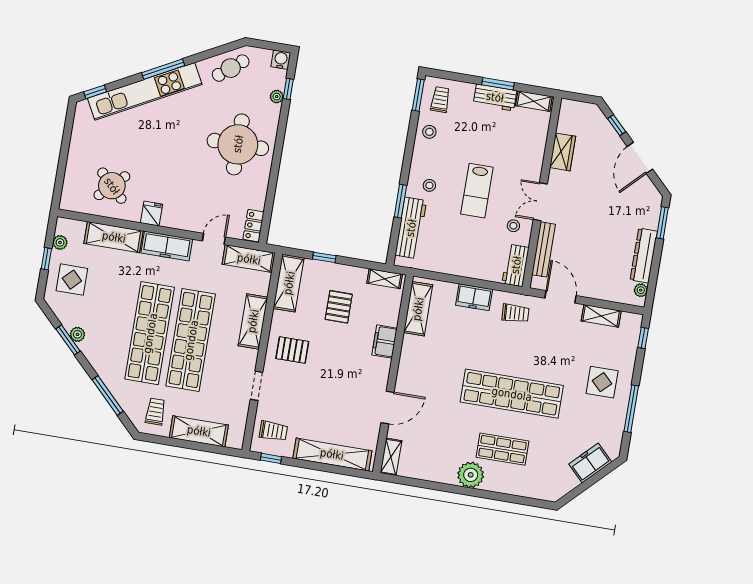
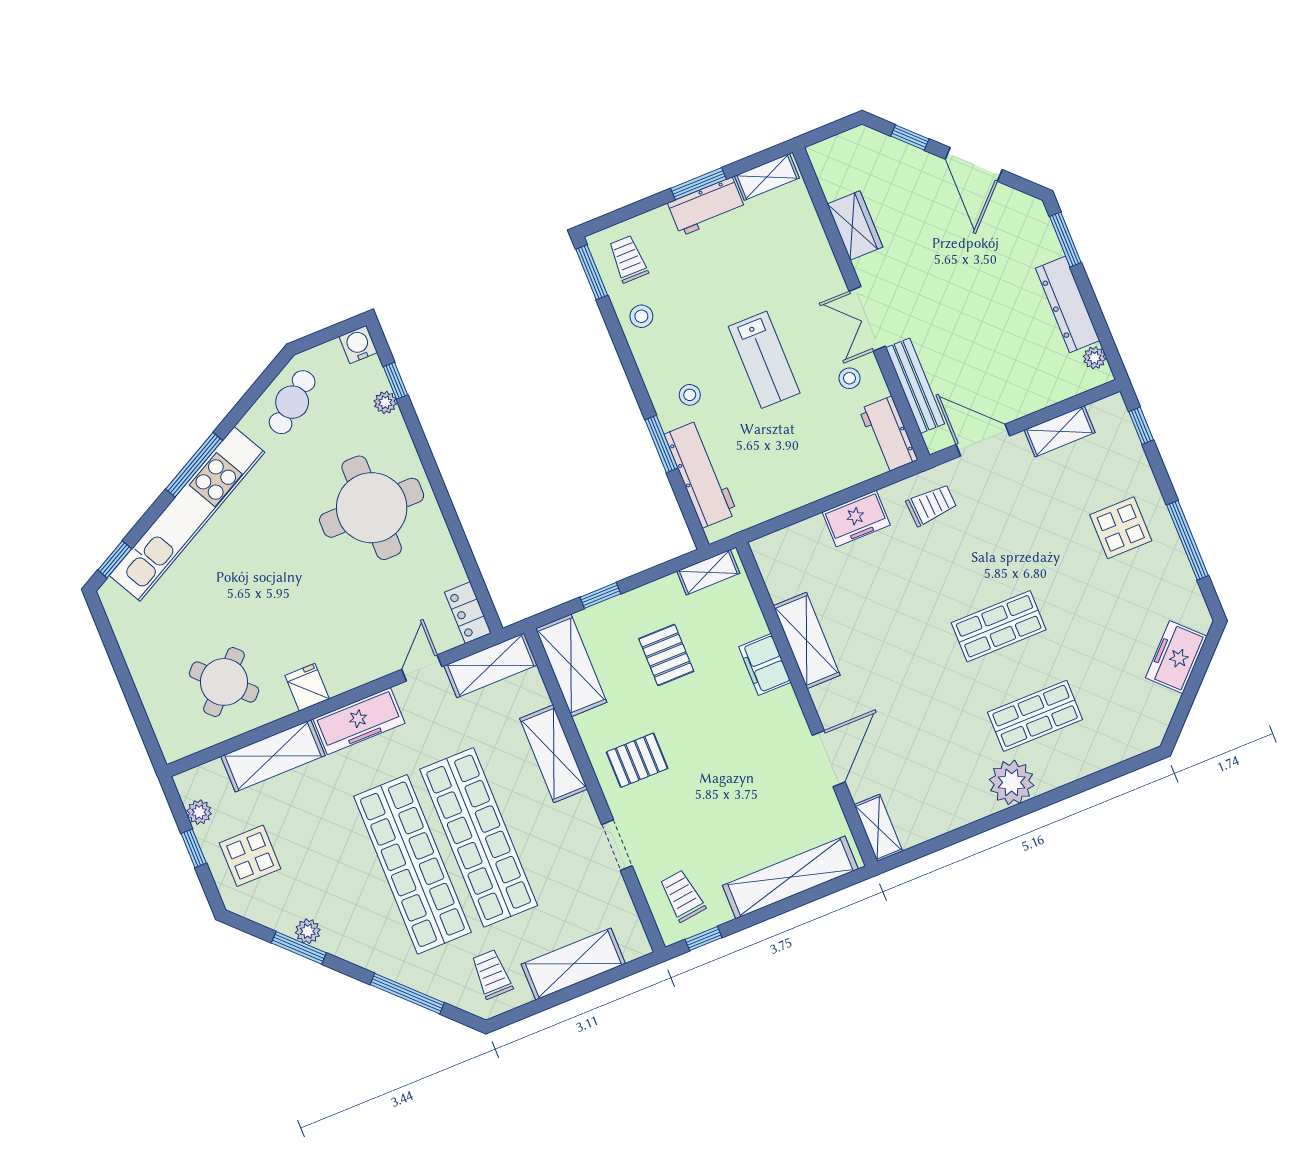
shelving: (418, 309) -> (807, 640), moved
shop shelf: (512, 394) -> (999, 626), width x0.50, depth x0.74
trolley: (273, 431) -> (682, 896), turned -97

